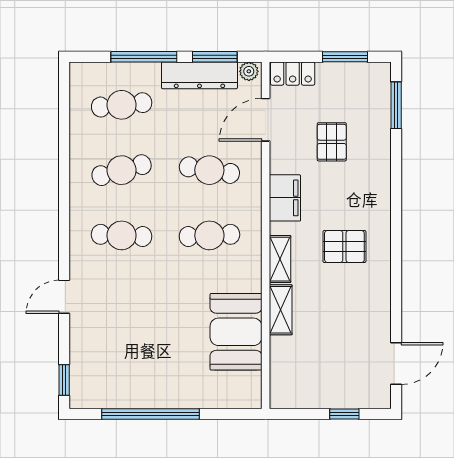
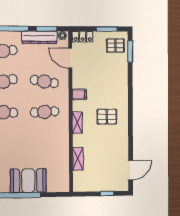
door: (266, 120) -> (70, 58), hinge flipped
pallet: (332, 142) -> (115, 46), moved, turned 90
filing cabinet: (285, 198) -> (79, 94), width x0.50
shelving: (281, 310) -> (78, 159), moved
booth: (236, 332) -> (28, 181), moved, turned 90

